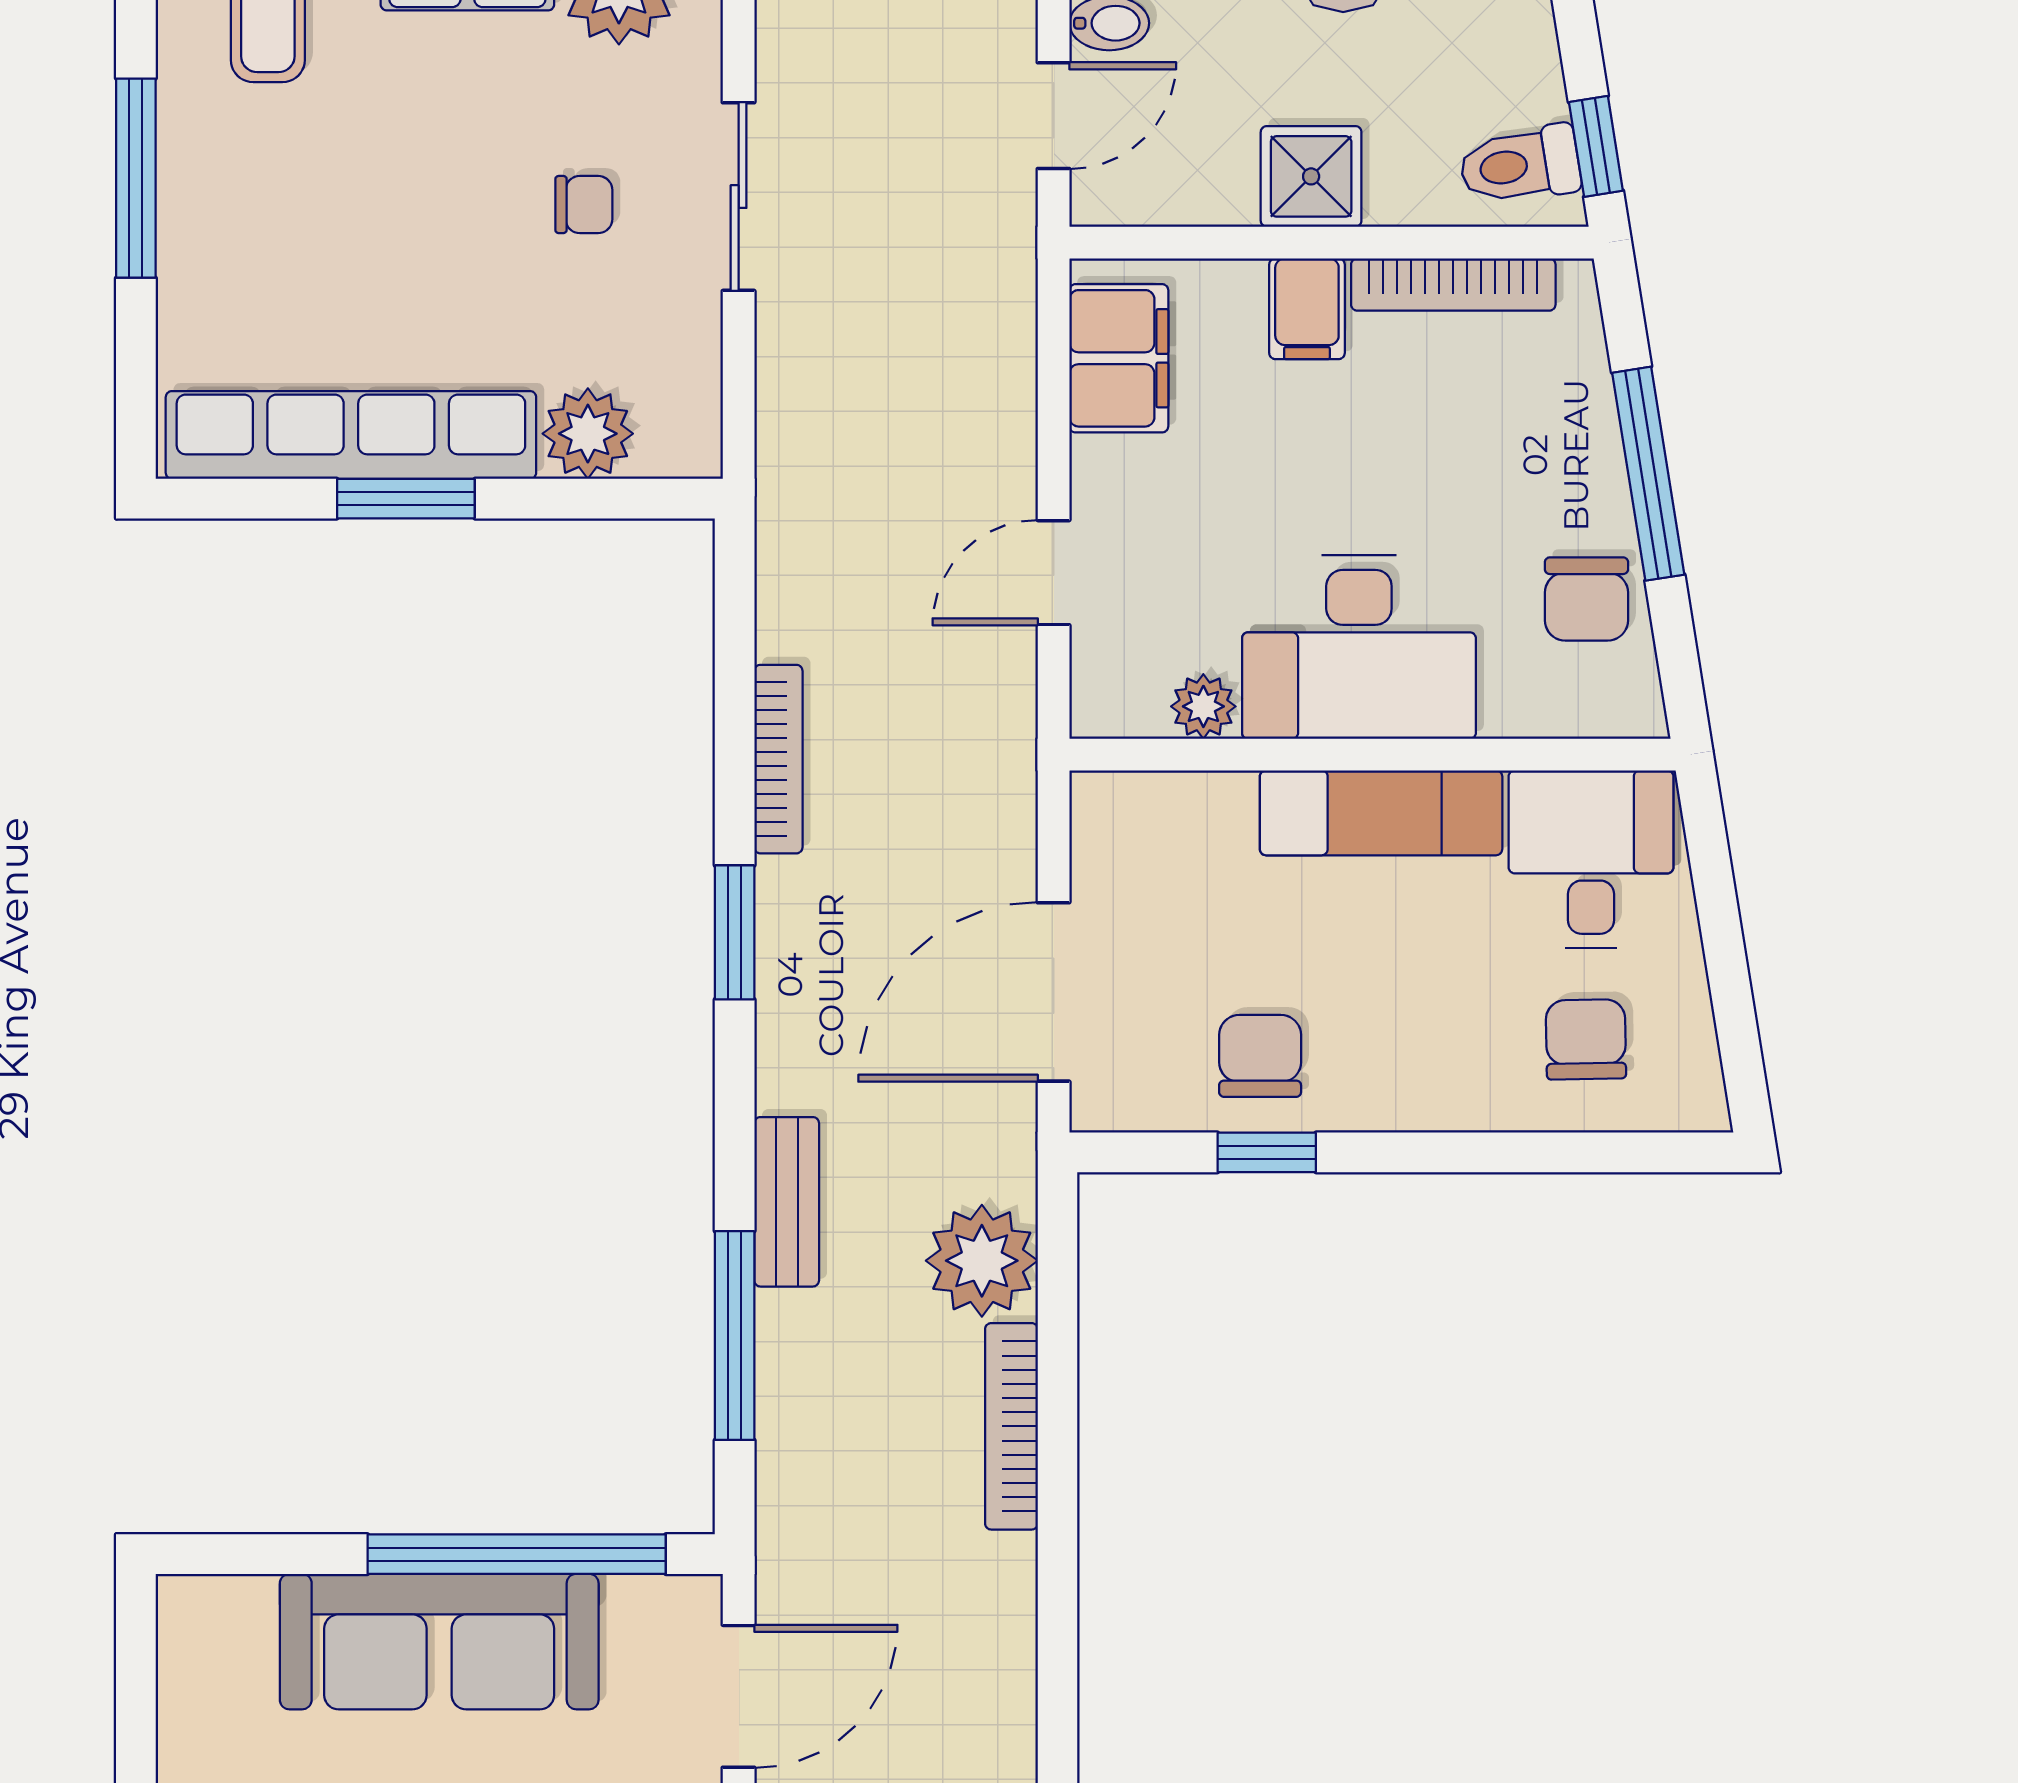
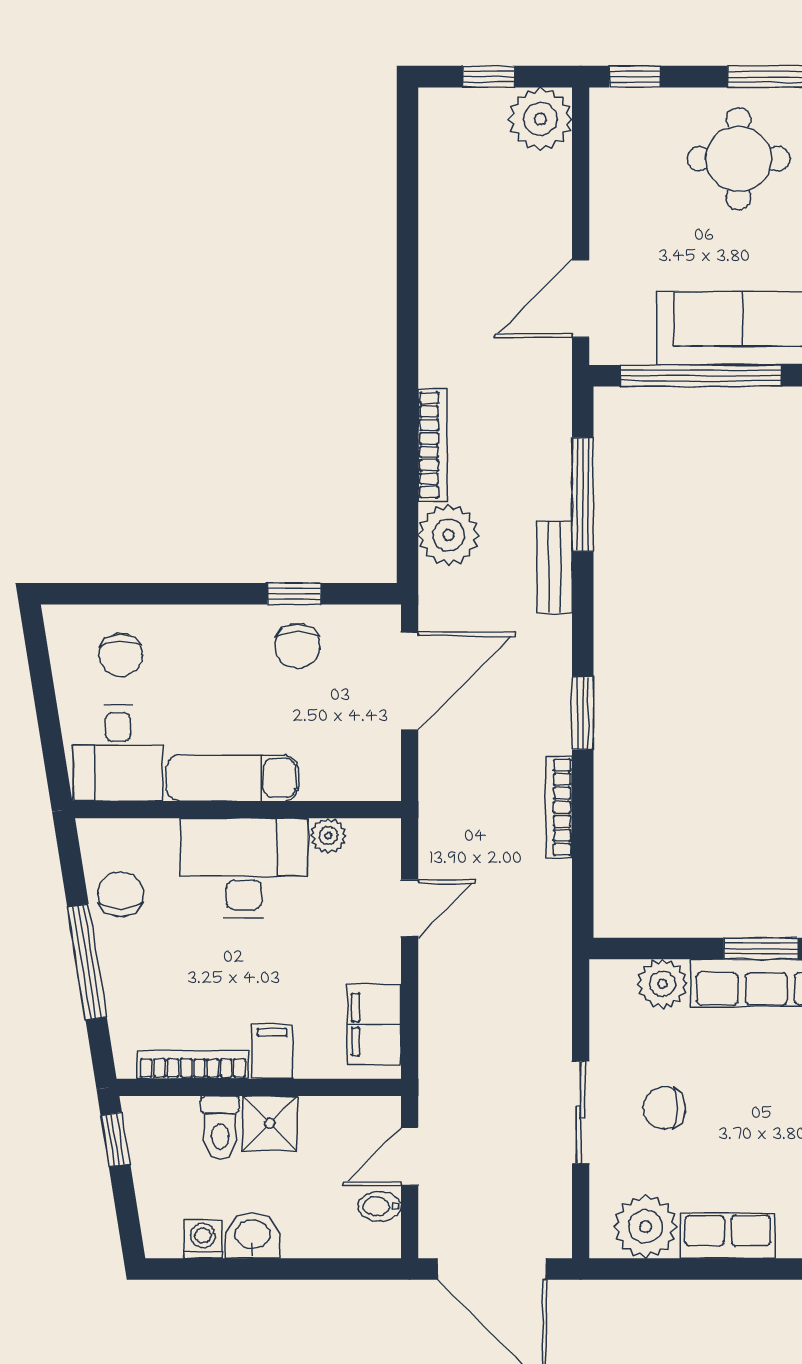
toilet: (1520, 165) -> (220, 1128), moved, turned 99
chair: (584, 205) -> (665, 1108), width x1.37, depth x1.37

